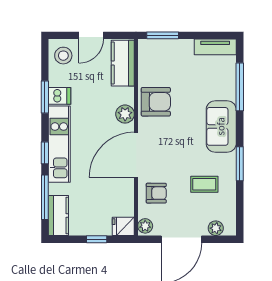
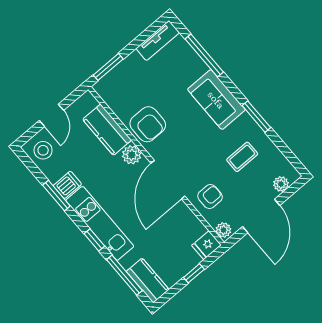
kitchen counter: (123, 63) -> (107, 130), moved
armchair: (156, 102) -> (148, 124), turned 90

